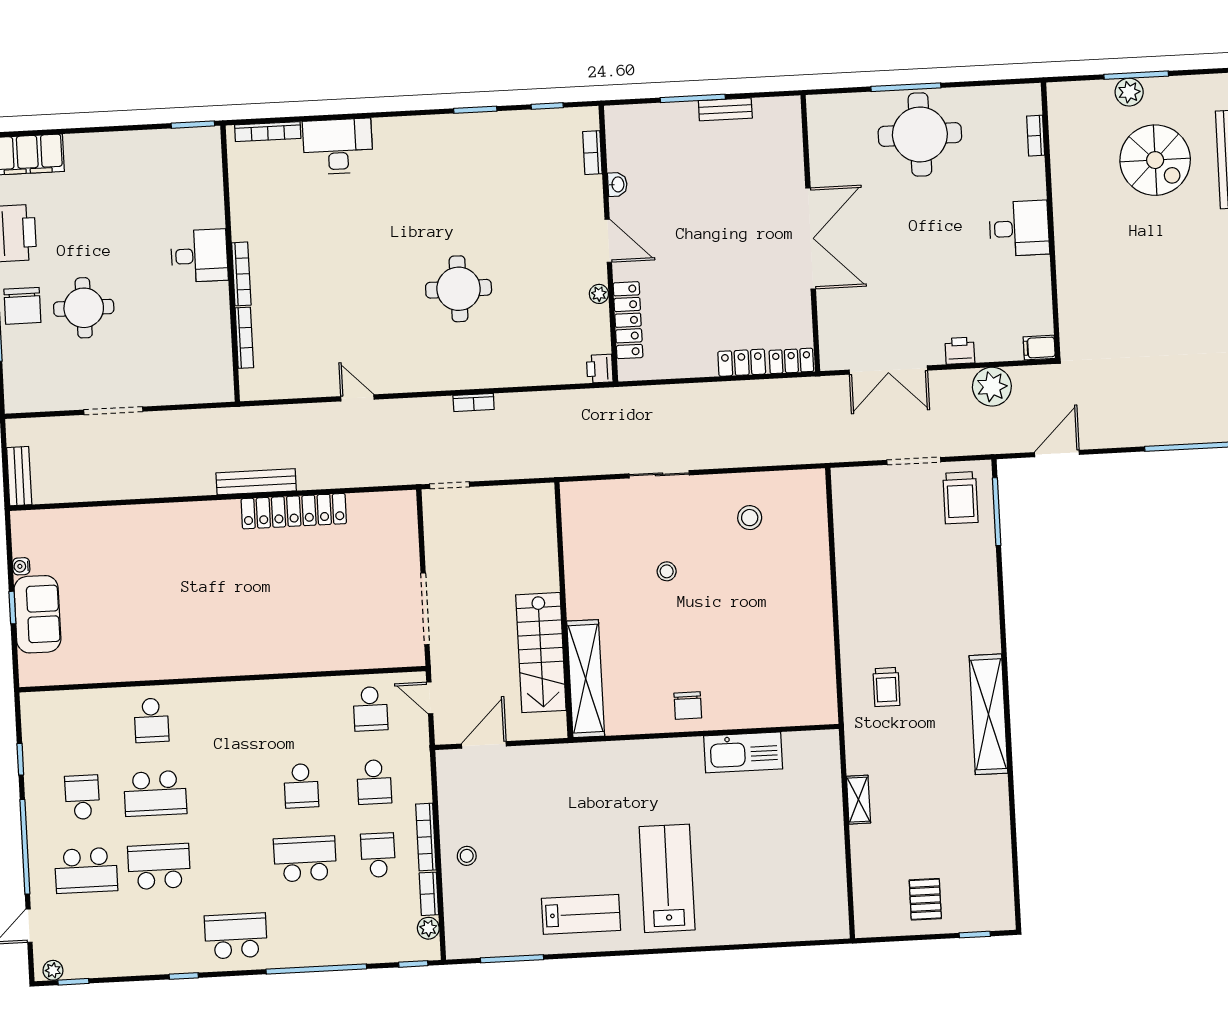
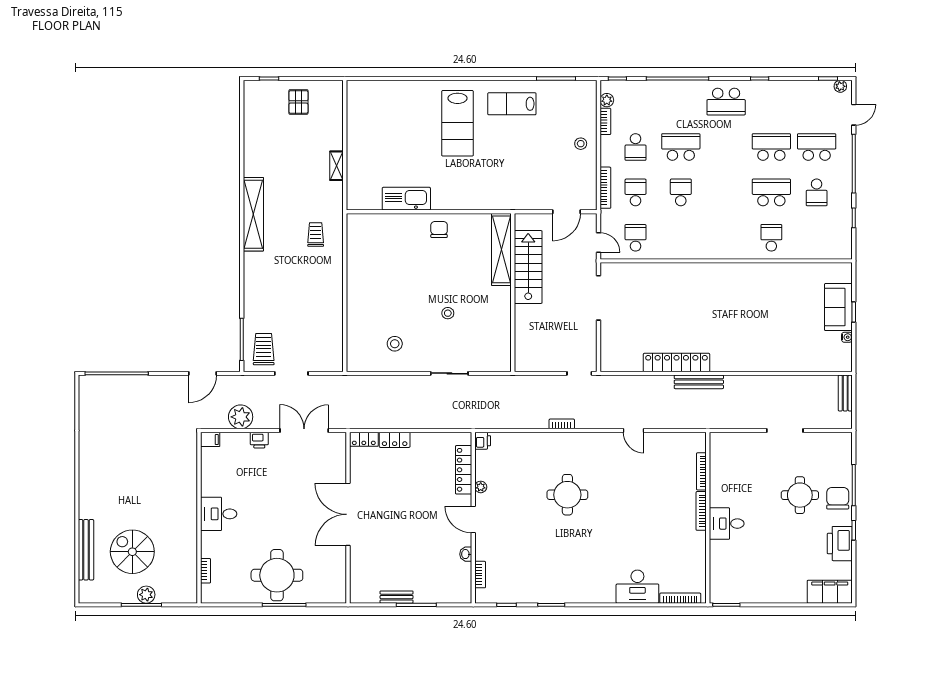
bookcase: (426, 837) -> (605, 188), moved
school desk: (305, 859) -> (681, 147), turned 180
school desk: (159, 867) -> (771, 147), turned 180

